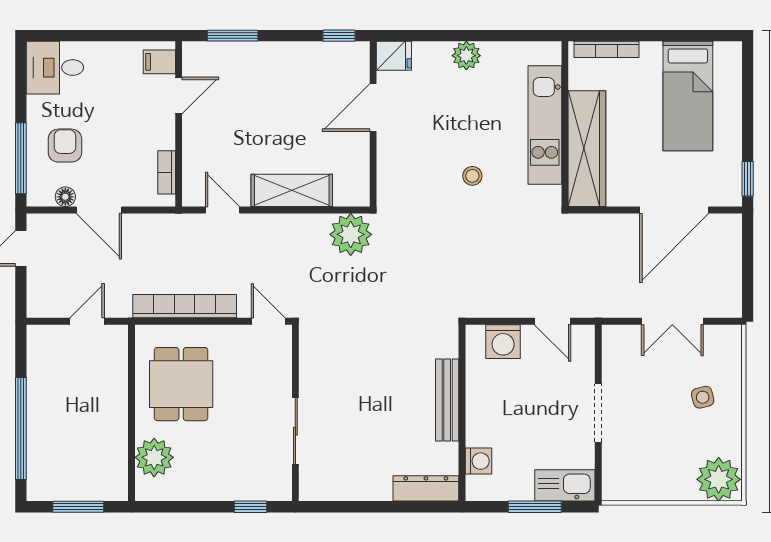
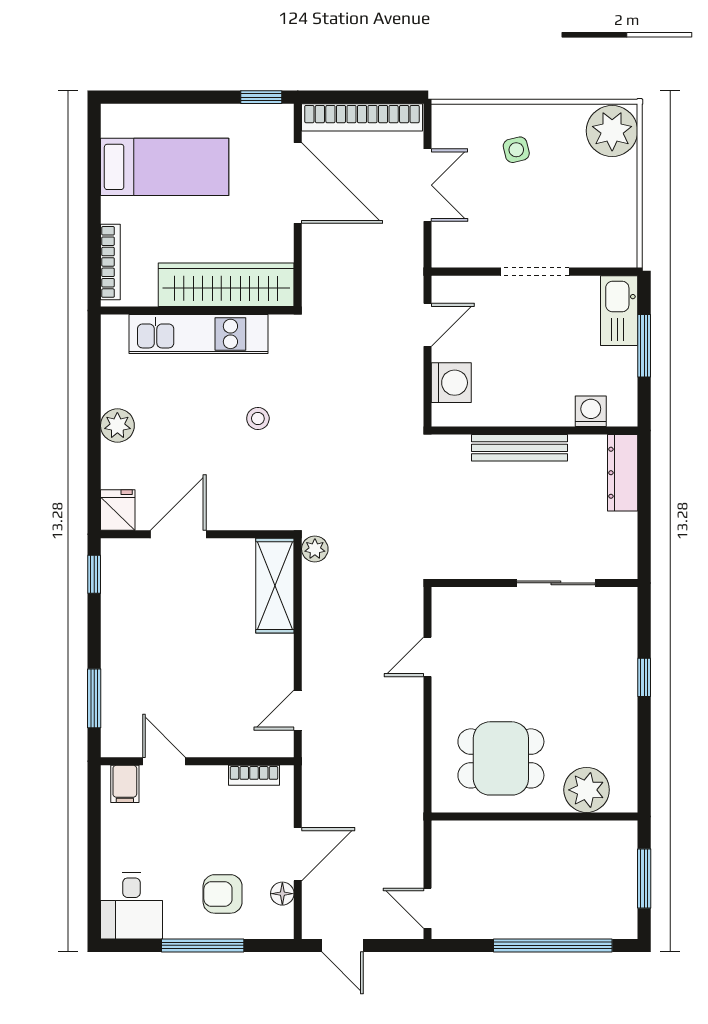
door: (373, 108) -> (178, 534), swing flipped
window: (21, 158) -> (203, 945), moved
shelving: (292, 190) -> (275, 586), moved
plant: (351, 234) -> (315, 549), width x0.53, depth x0.53
bookcase: (185, 306) -> (362, 117), moved, turned -90
door: (87, 321) -> (428, 908), moved
wall: (295, 413) -> (535, 583), moved
sliding door: (295, 431) -> (556, 583), moved

